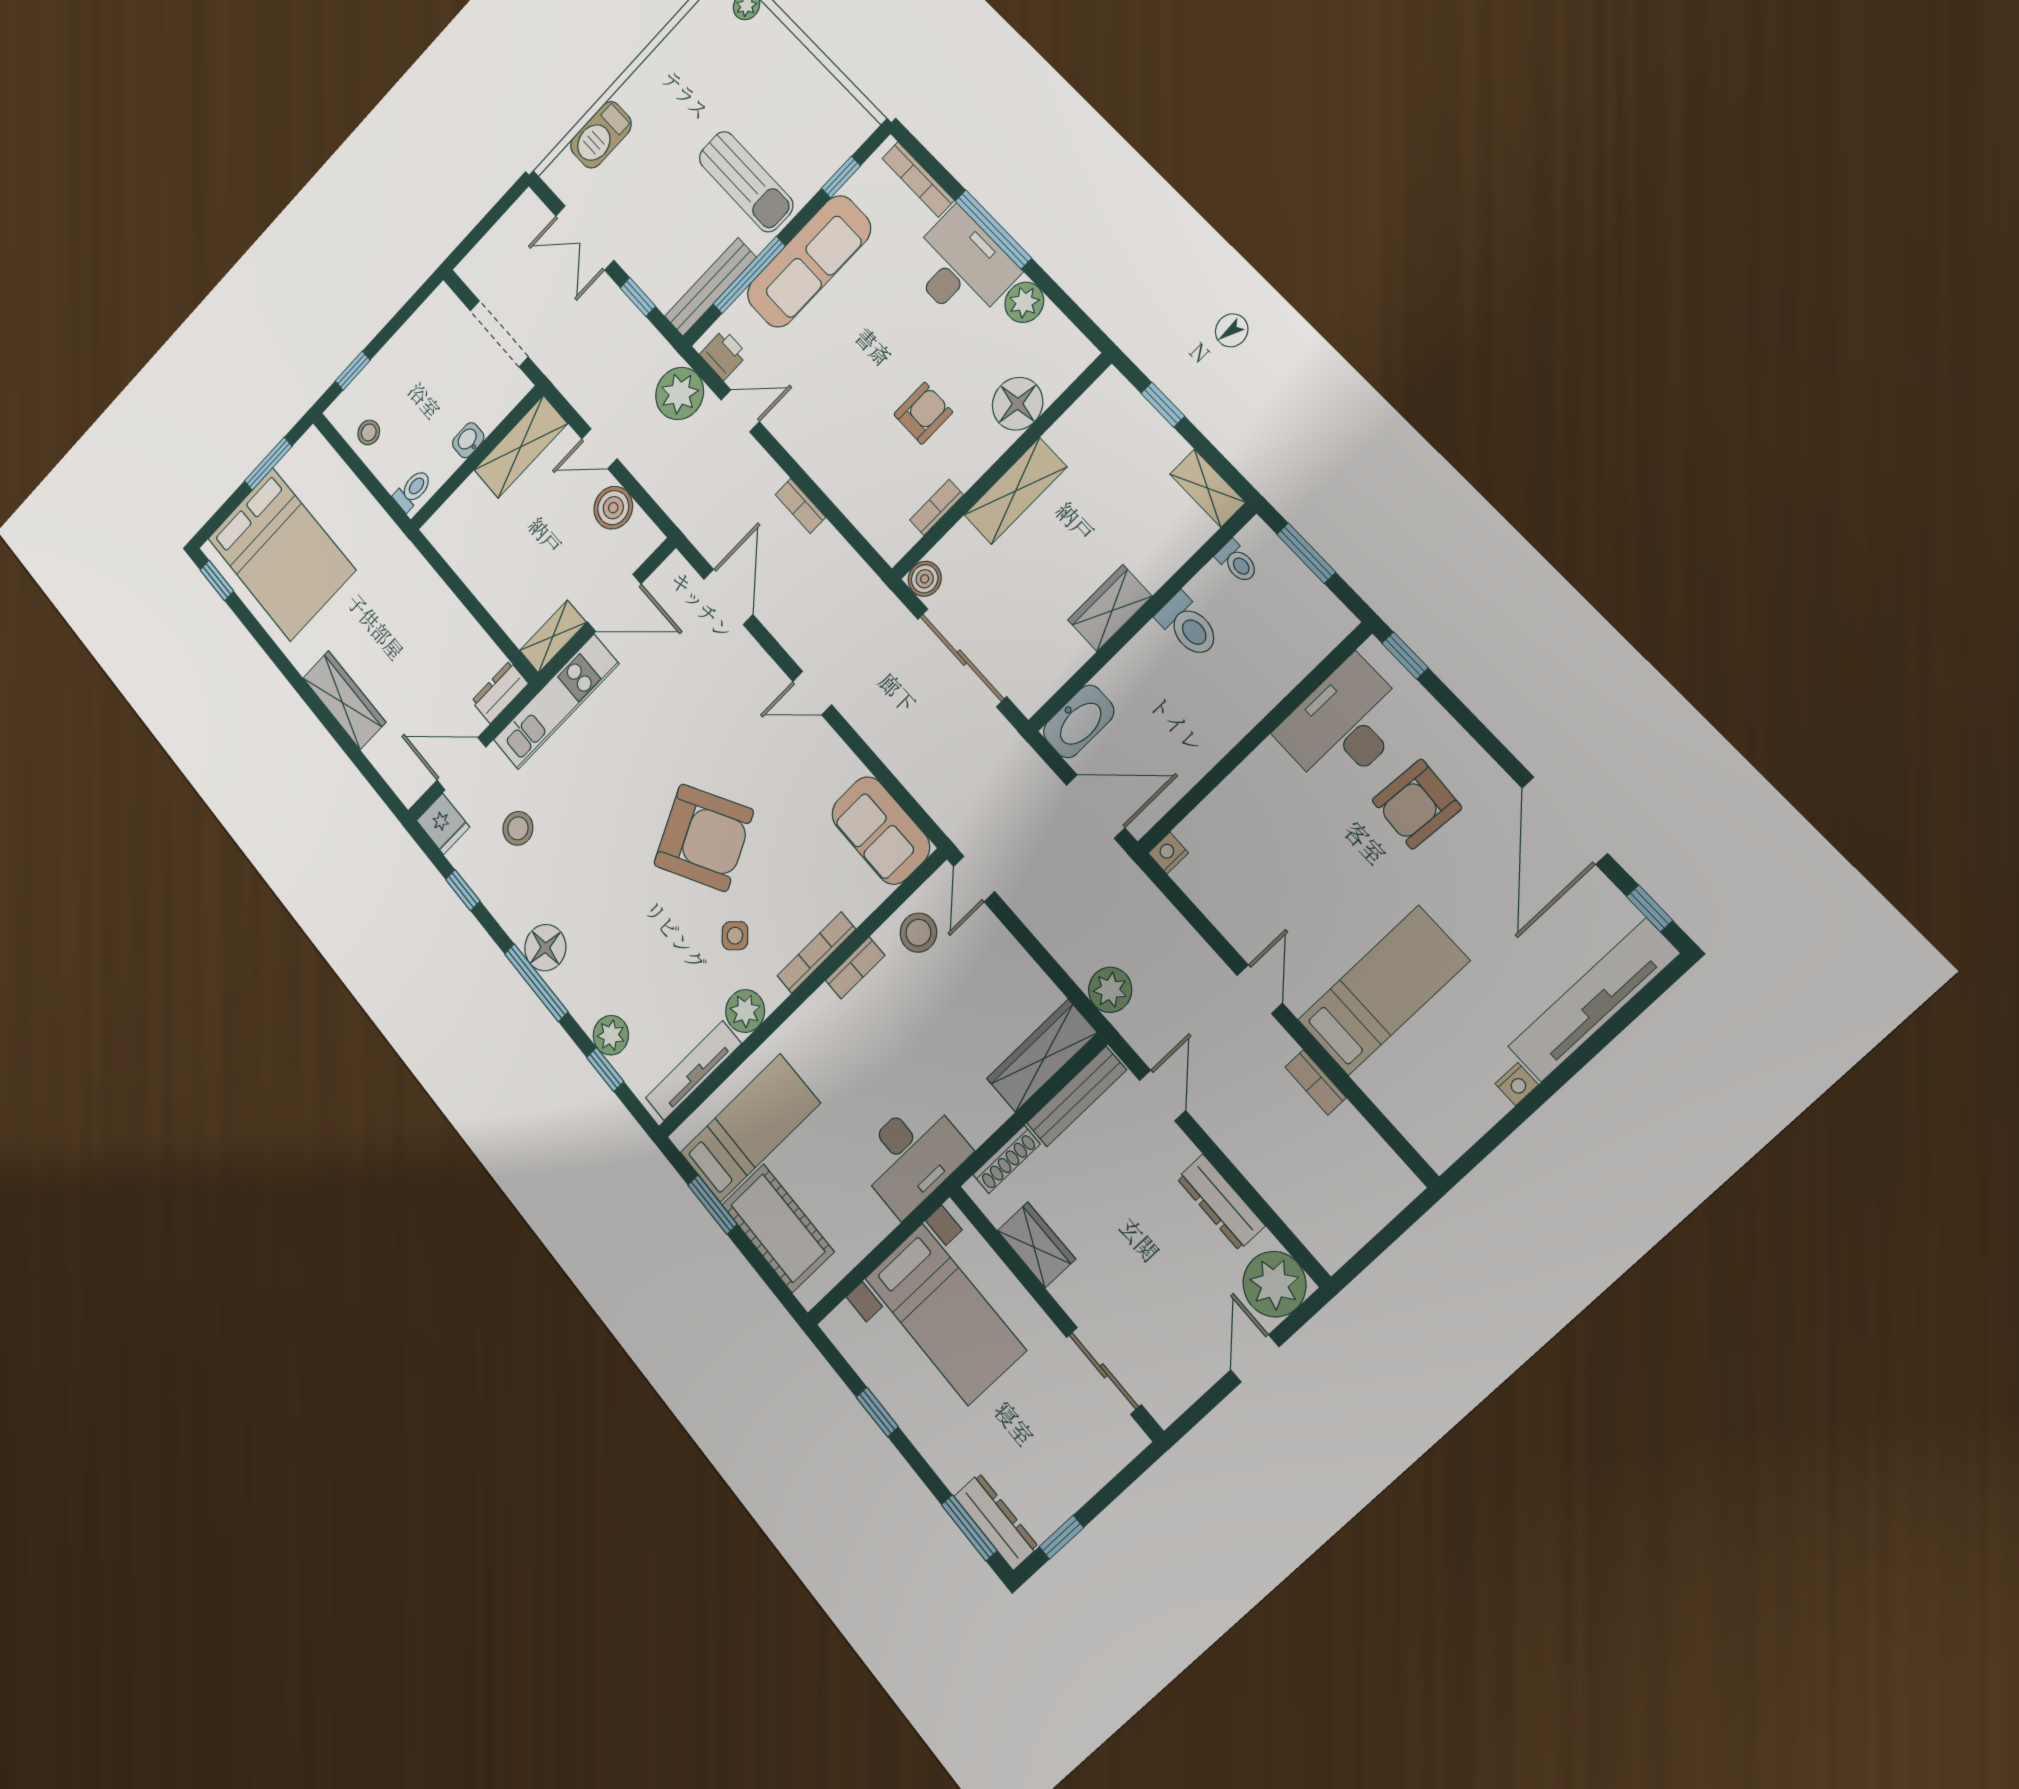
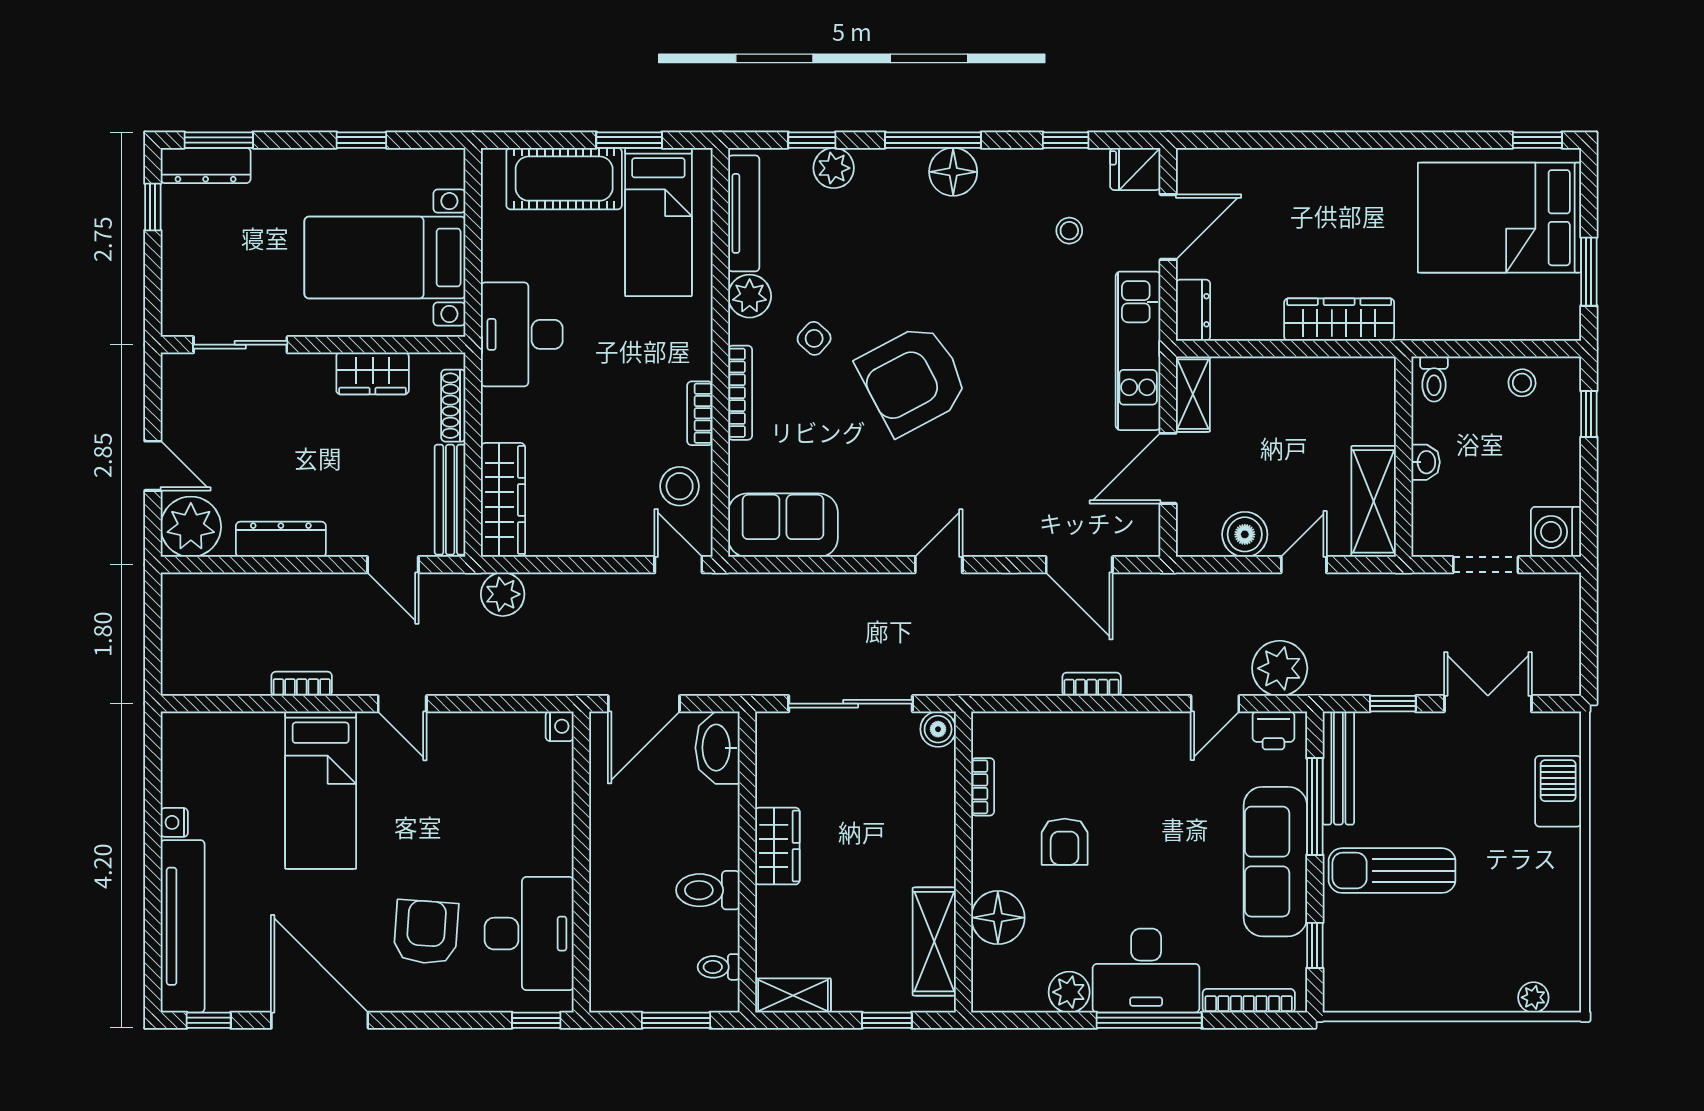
washing machine: (441, 312) -> (1556, 532), added
doorway: (499, 334) -> (1486, 565), width x0.73
shelving: (1016, 491) -> (934, 942), moved
wardrobe: (344, 700) -> (1339, 320), moved, turned 180
stool: (518, 828) -> (1069, 231), width x0.73, depth x0.73

